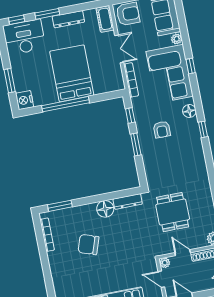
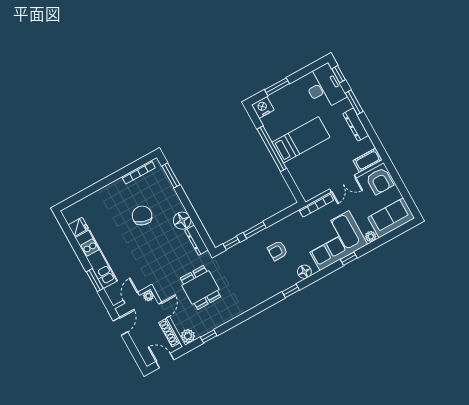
bed: (72, 73) -> (301, 140), width x0.67
window: (130, 115) -> (231, 243), moved
dining table: (173, 212) -> (200, 287), turned 90

